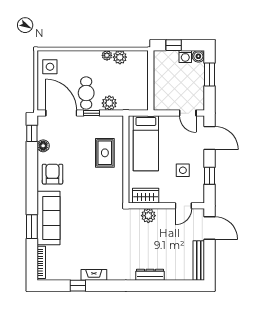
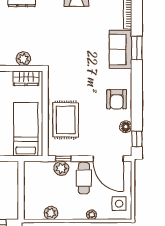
plant: (107, 55) -> (92, 215), moved
window: (92, 113) -> (63, 159), moved
rug: (105, 153) -> (66, 120), width x1.36, depth x1.43
sofa: (48, 218) -> (121, 49), width x0.73

